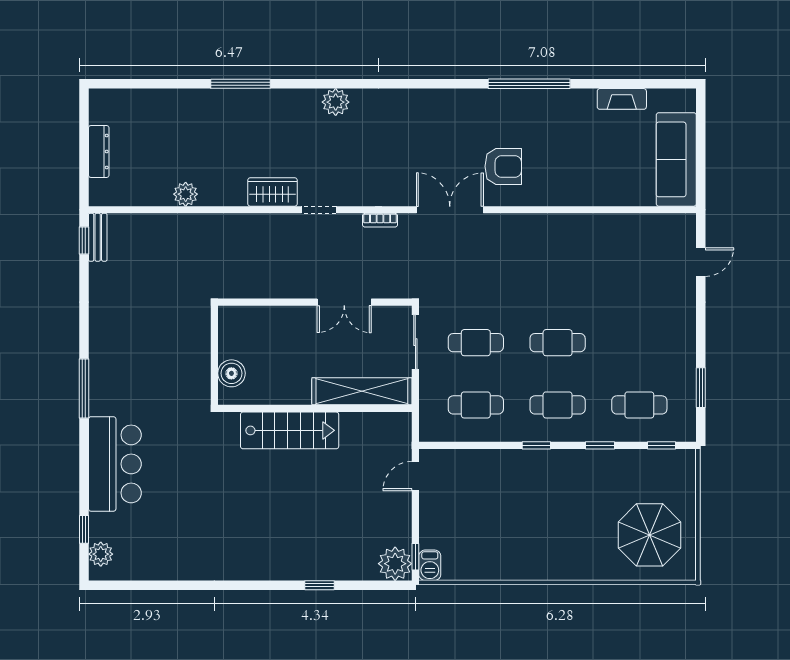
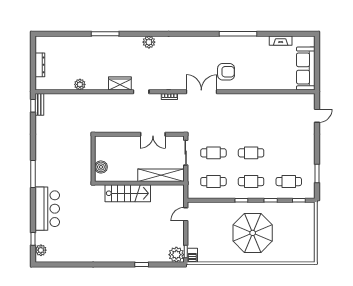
parasol: (650, 535) -> (253, 233), moved, width x1.36, depth x1.36

